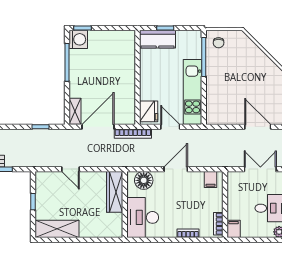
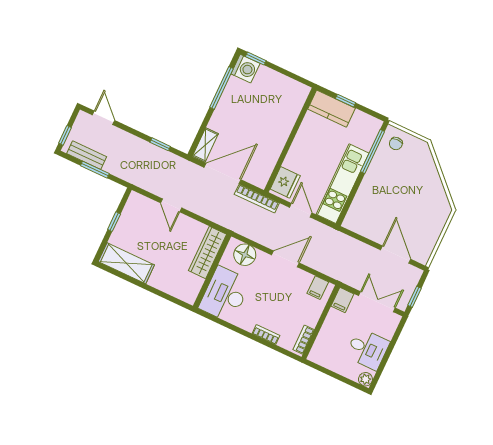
filing cabinet: (234, 229) -> (342, 300), moved, turned 180

